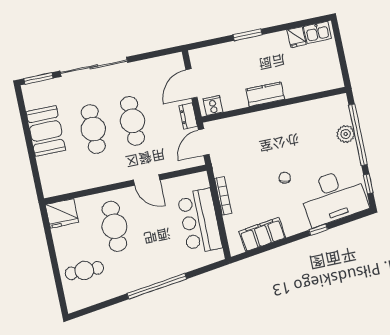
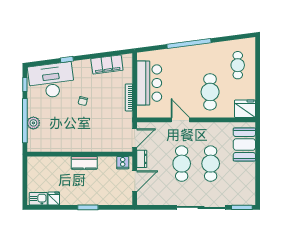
booth: (46, 131) -> (244, 144), moved
cafe table: (84, 271) -> (238, 65), turned 90

